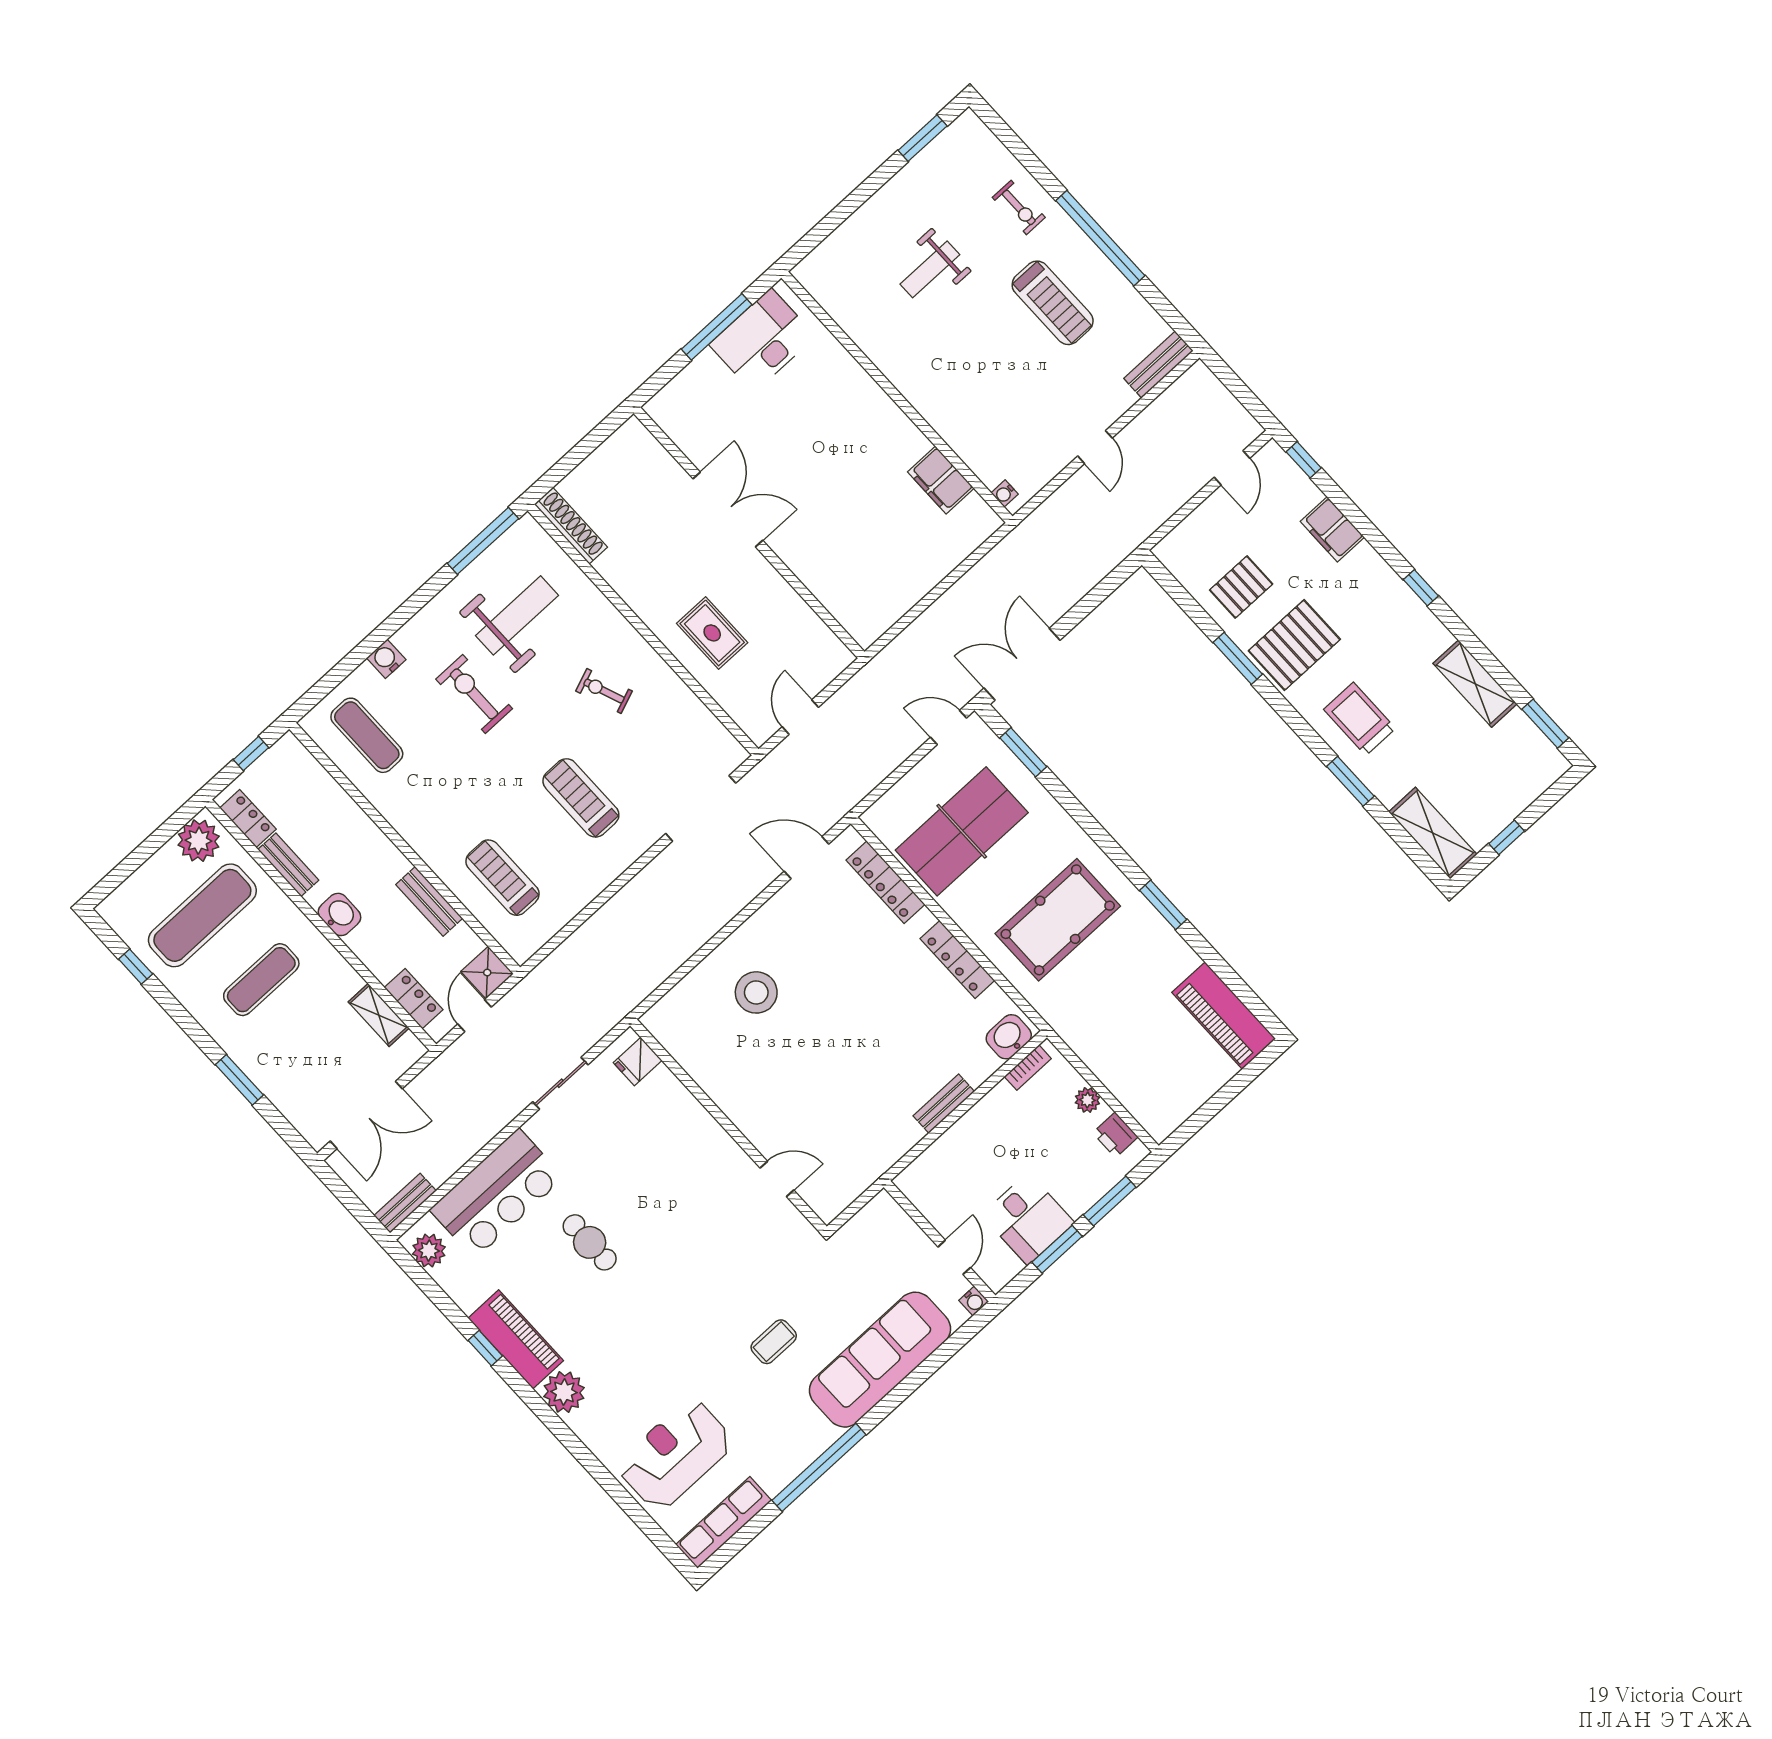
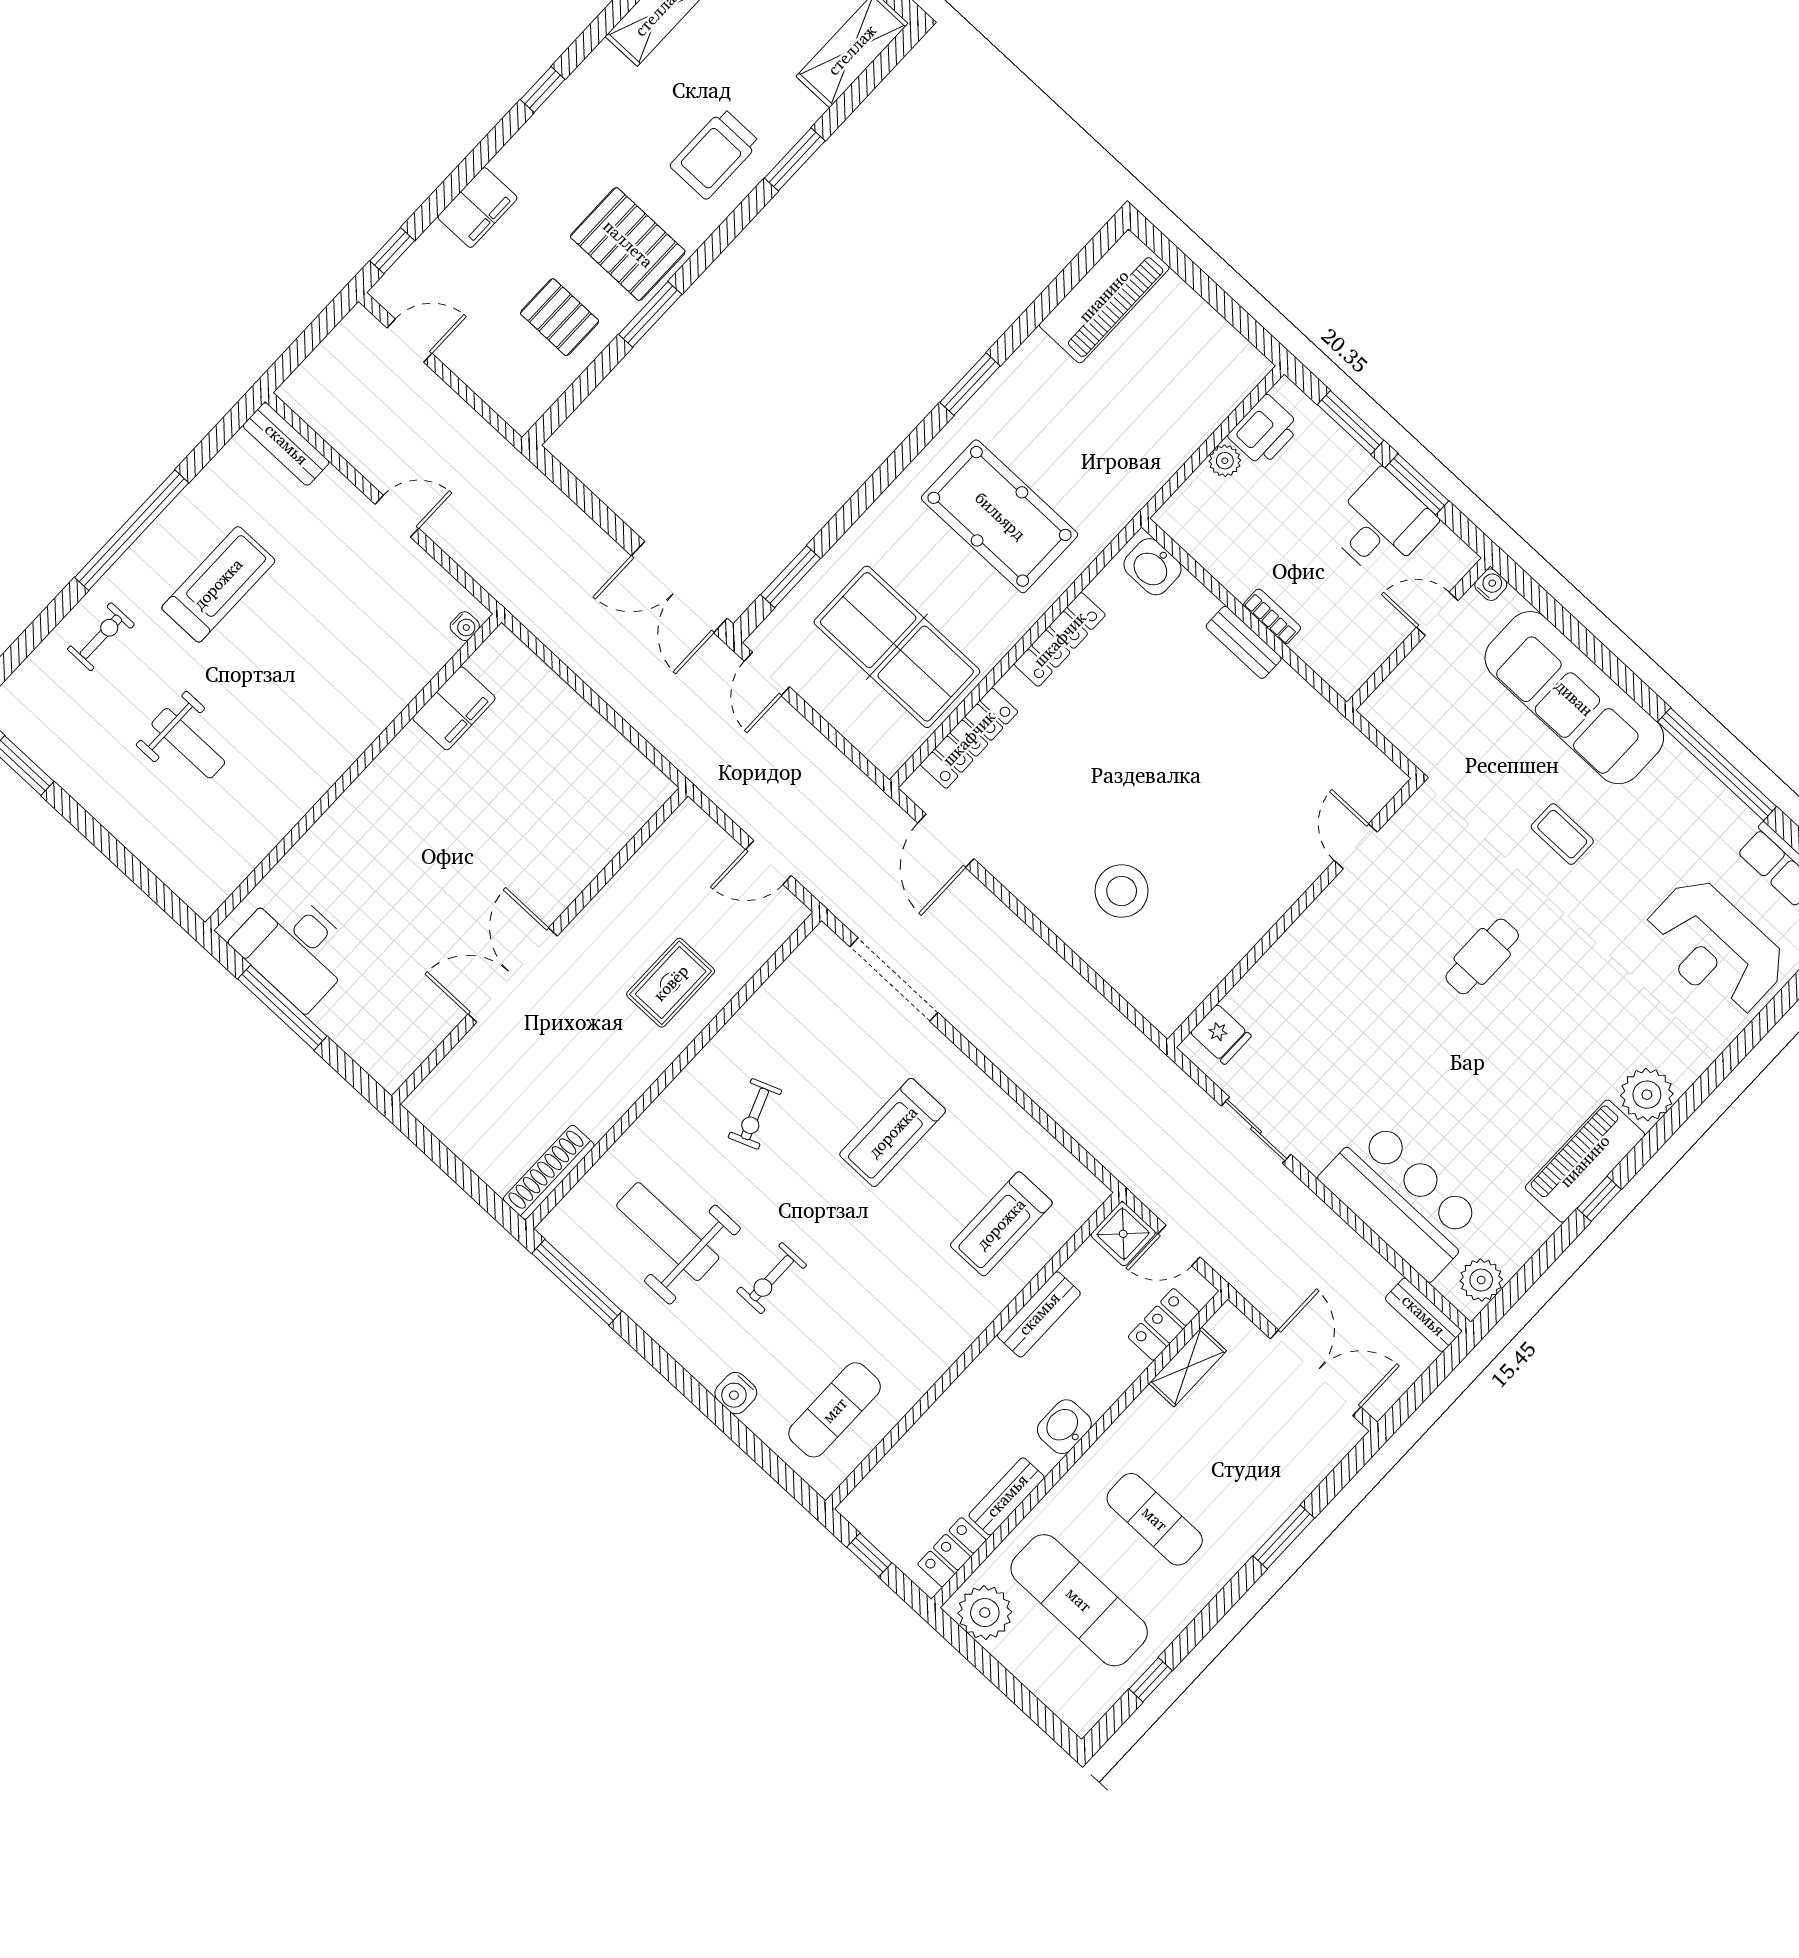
exercise bike: (474, 694) -> (772, 1278), width x0.73, depth x0.72
bookcase: (1028, 1068) -> (1272, 616), moved
printer: (1115, 1135) -> (1264, 431), width x1.36, depth x1.24
cafe table: (590, 1242) -> (1482, 956), moved

